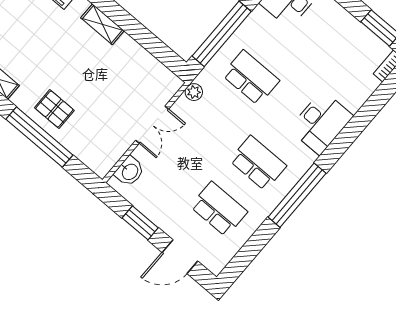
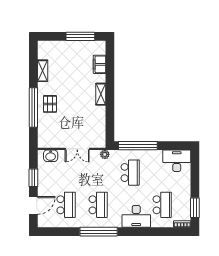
school desk: (336, 71) -> (162, 205), added
door: (180, 257) -> (33, 205), swing flipped

